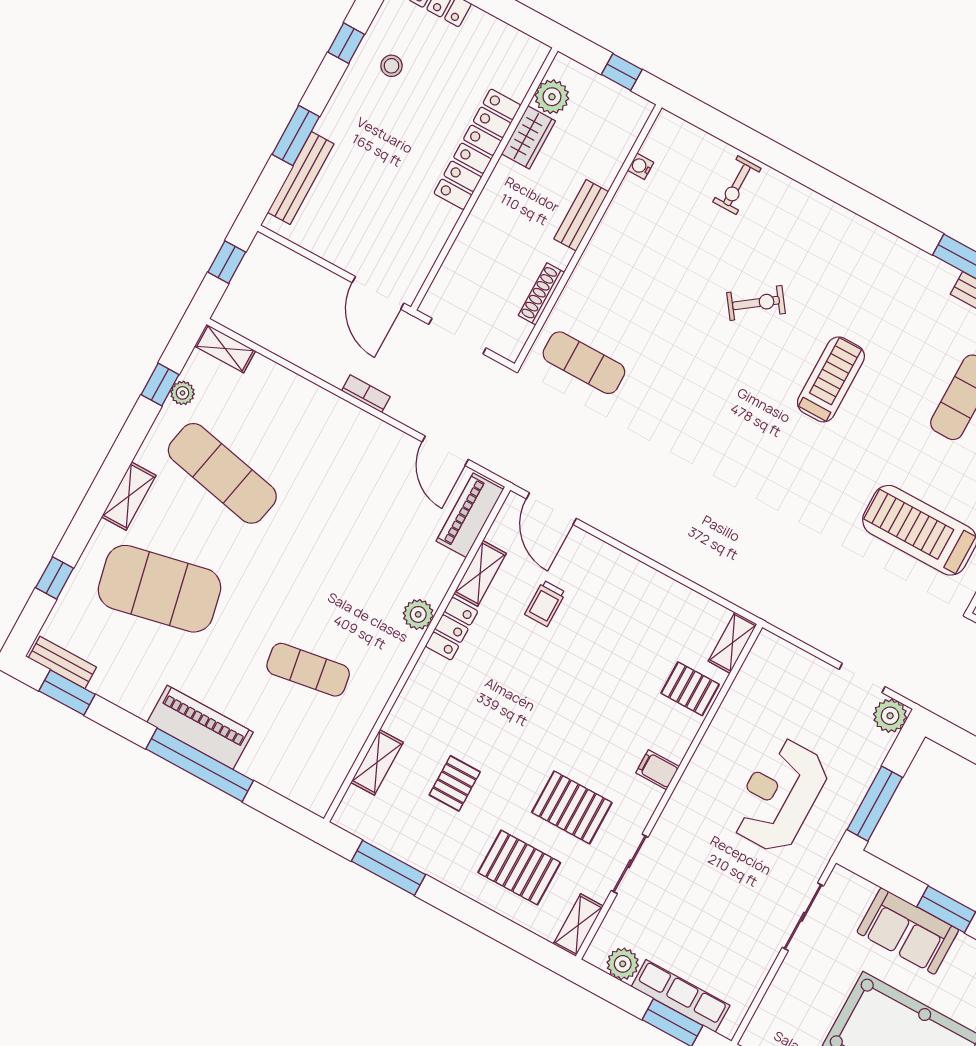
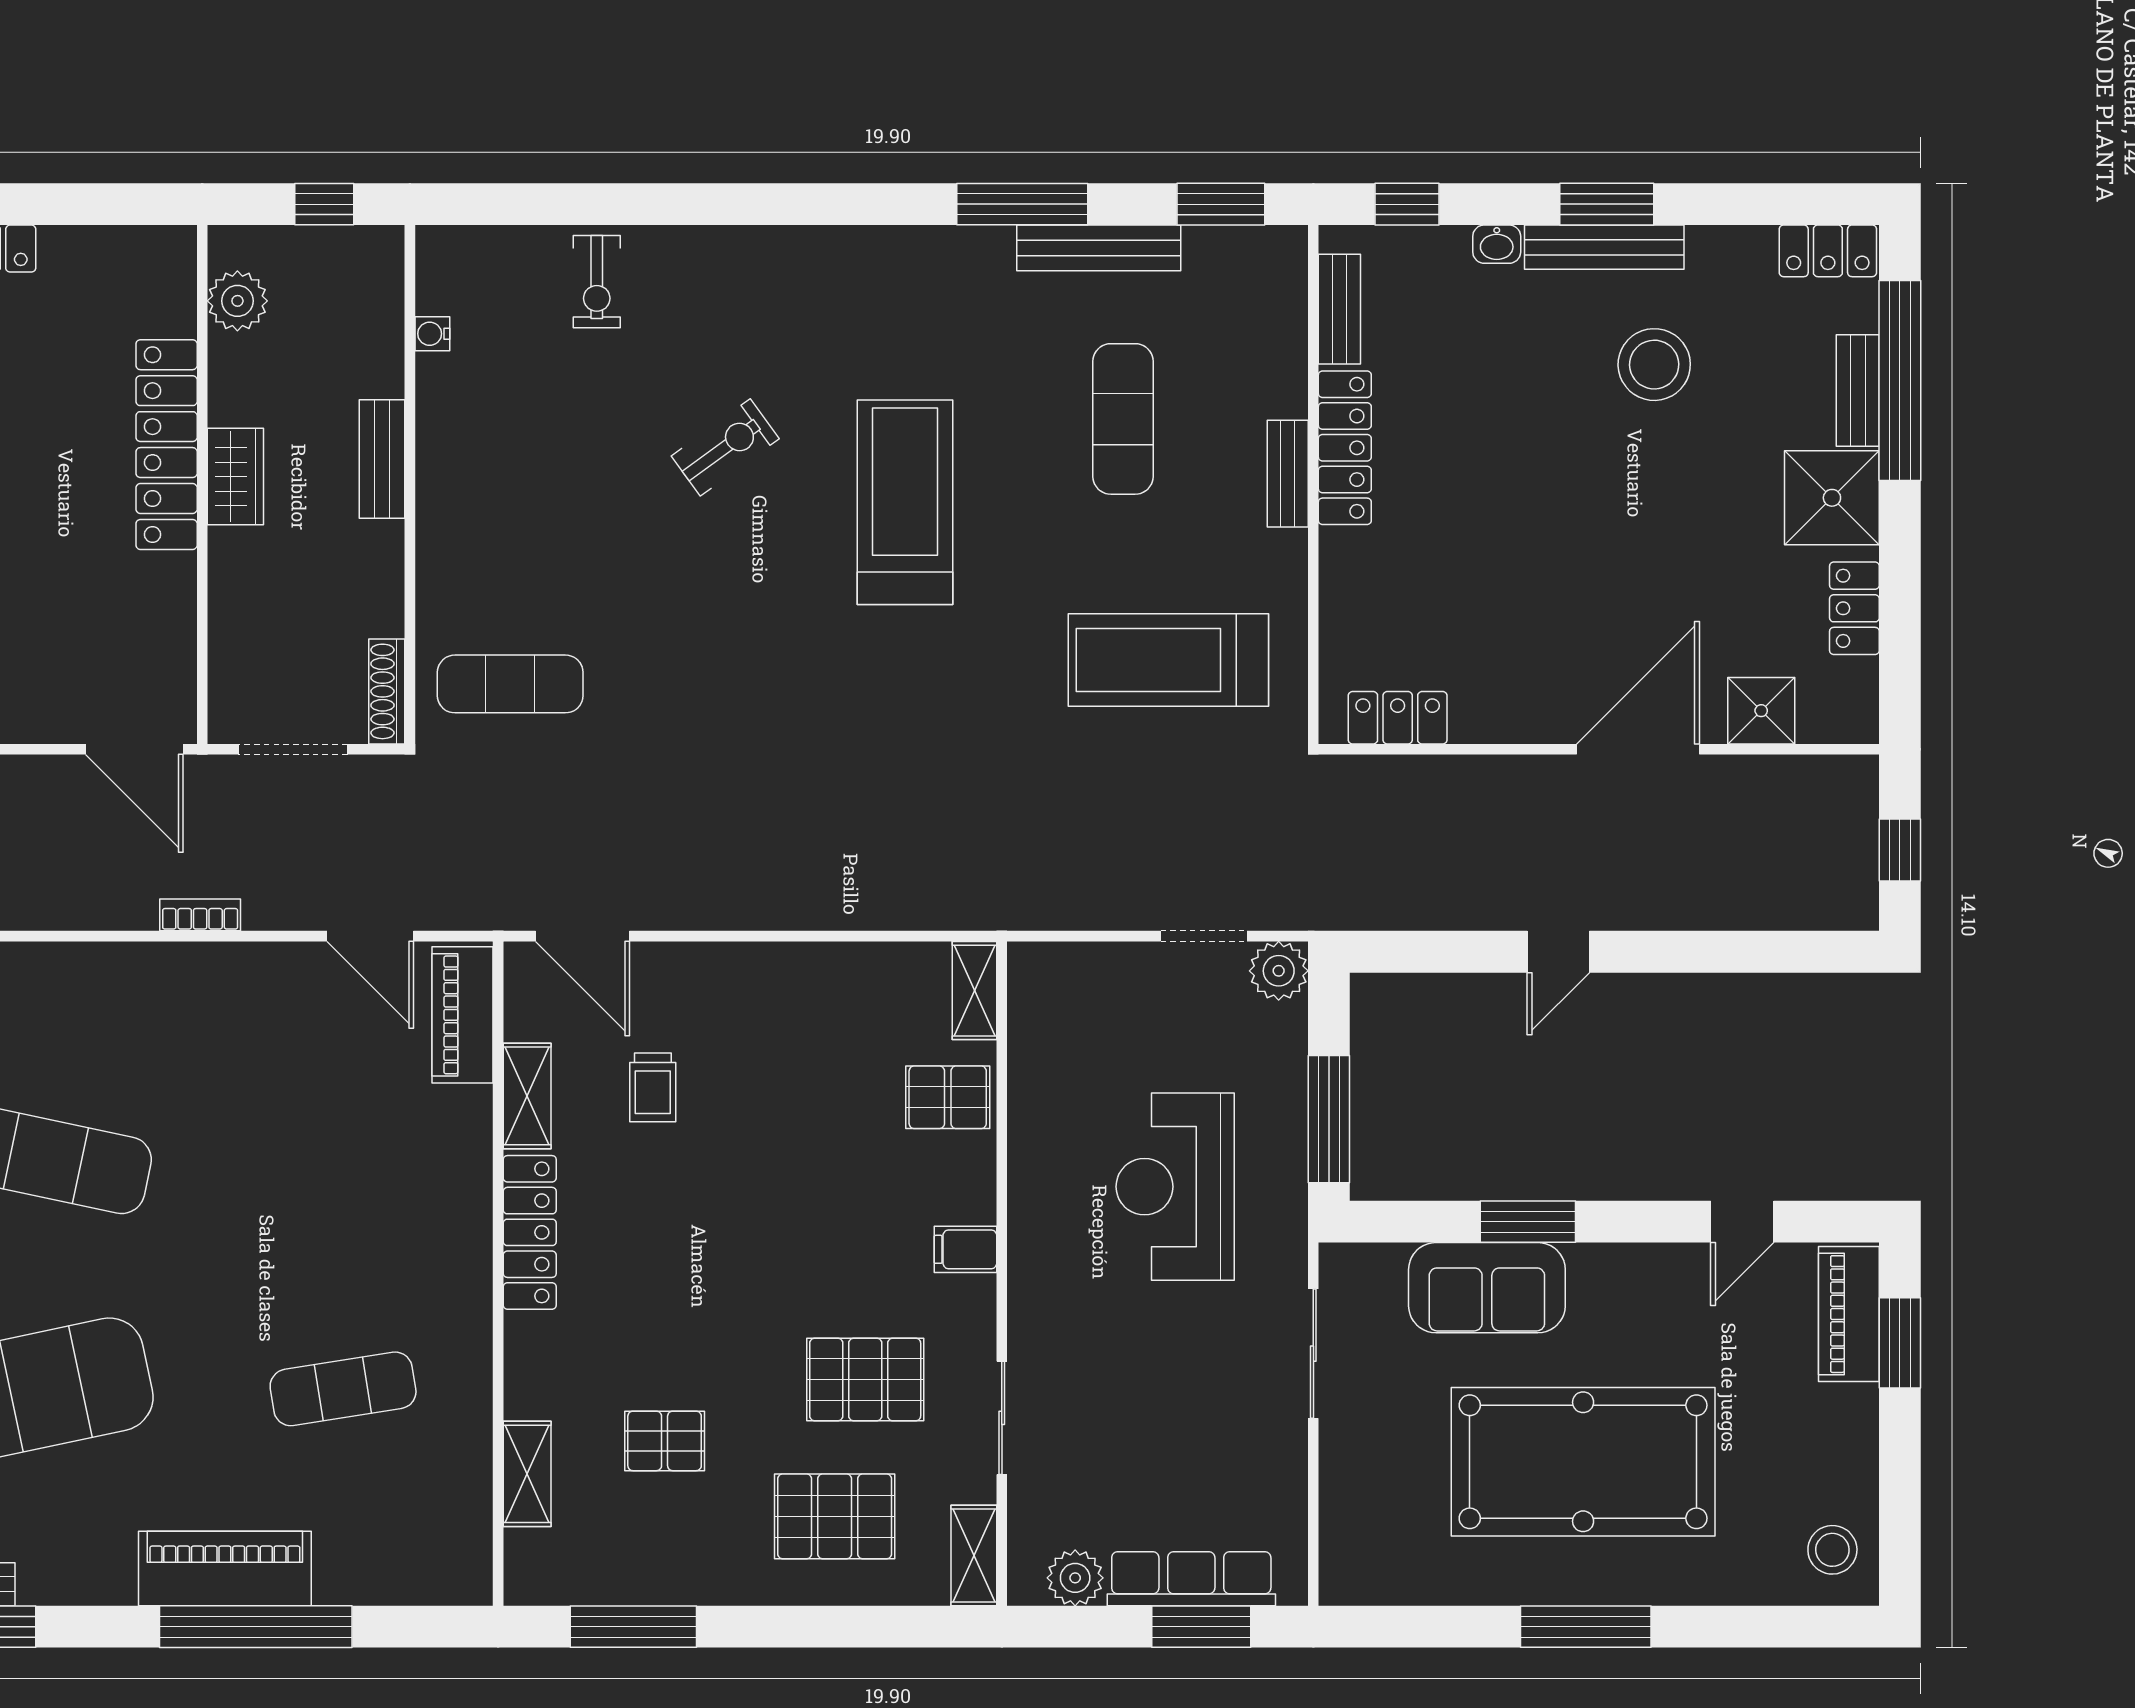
wardrobe: (528, 137) -> (235, 477), moved
shoe rack: (541, 294) -> (387, 691), moved
treadmill: (831, 379) -> (905, 502), width x1.37, depth x1.38
plant: (418, 614) -> (466, 1211), removed
locker: (452, 629) -> (530, 1232), width x1.53
pallet: (455, 783) -> (665, 1441), turned 90

